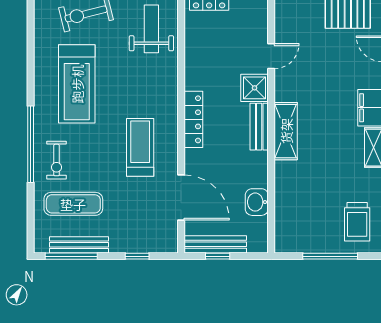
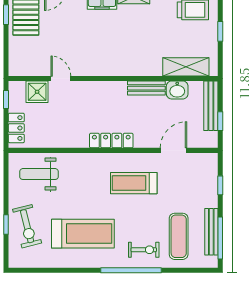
shower: (255, 88) -> (37, 92), moved
bench: (259, 127) -> (146, 88), moved
shelving: (286, 131) -> (186, 67), moved
door: (181, 197) -> (174, 150), width x0.73
bench: (215, 244) -> (211, 106), moved
window: (330, 256) -> (220, 31), width x0.46

